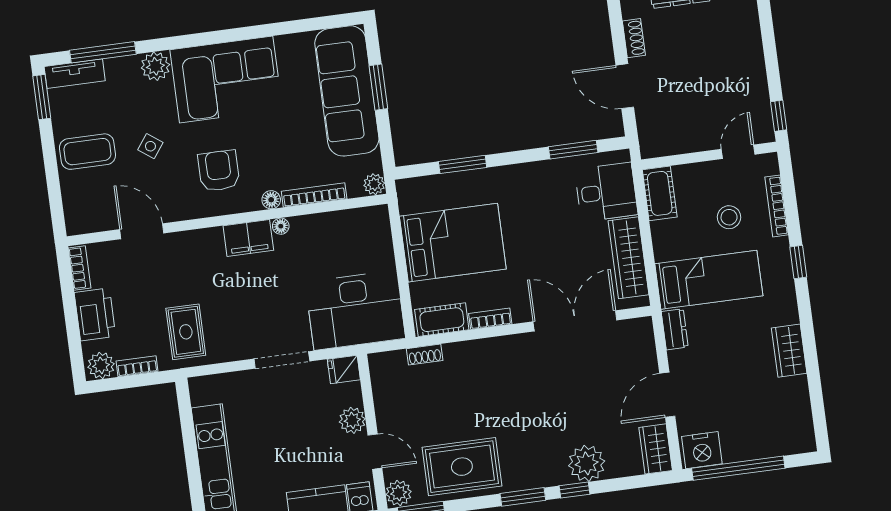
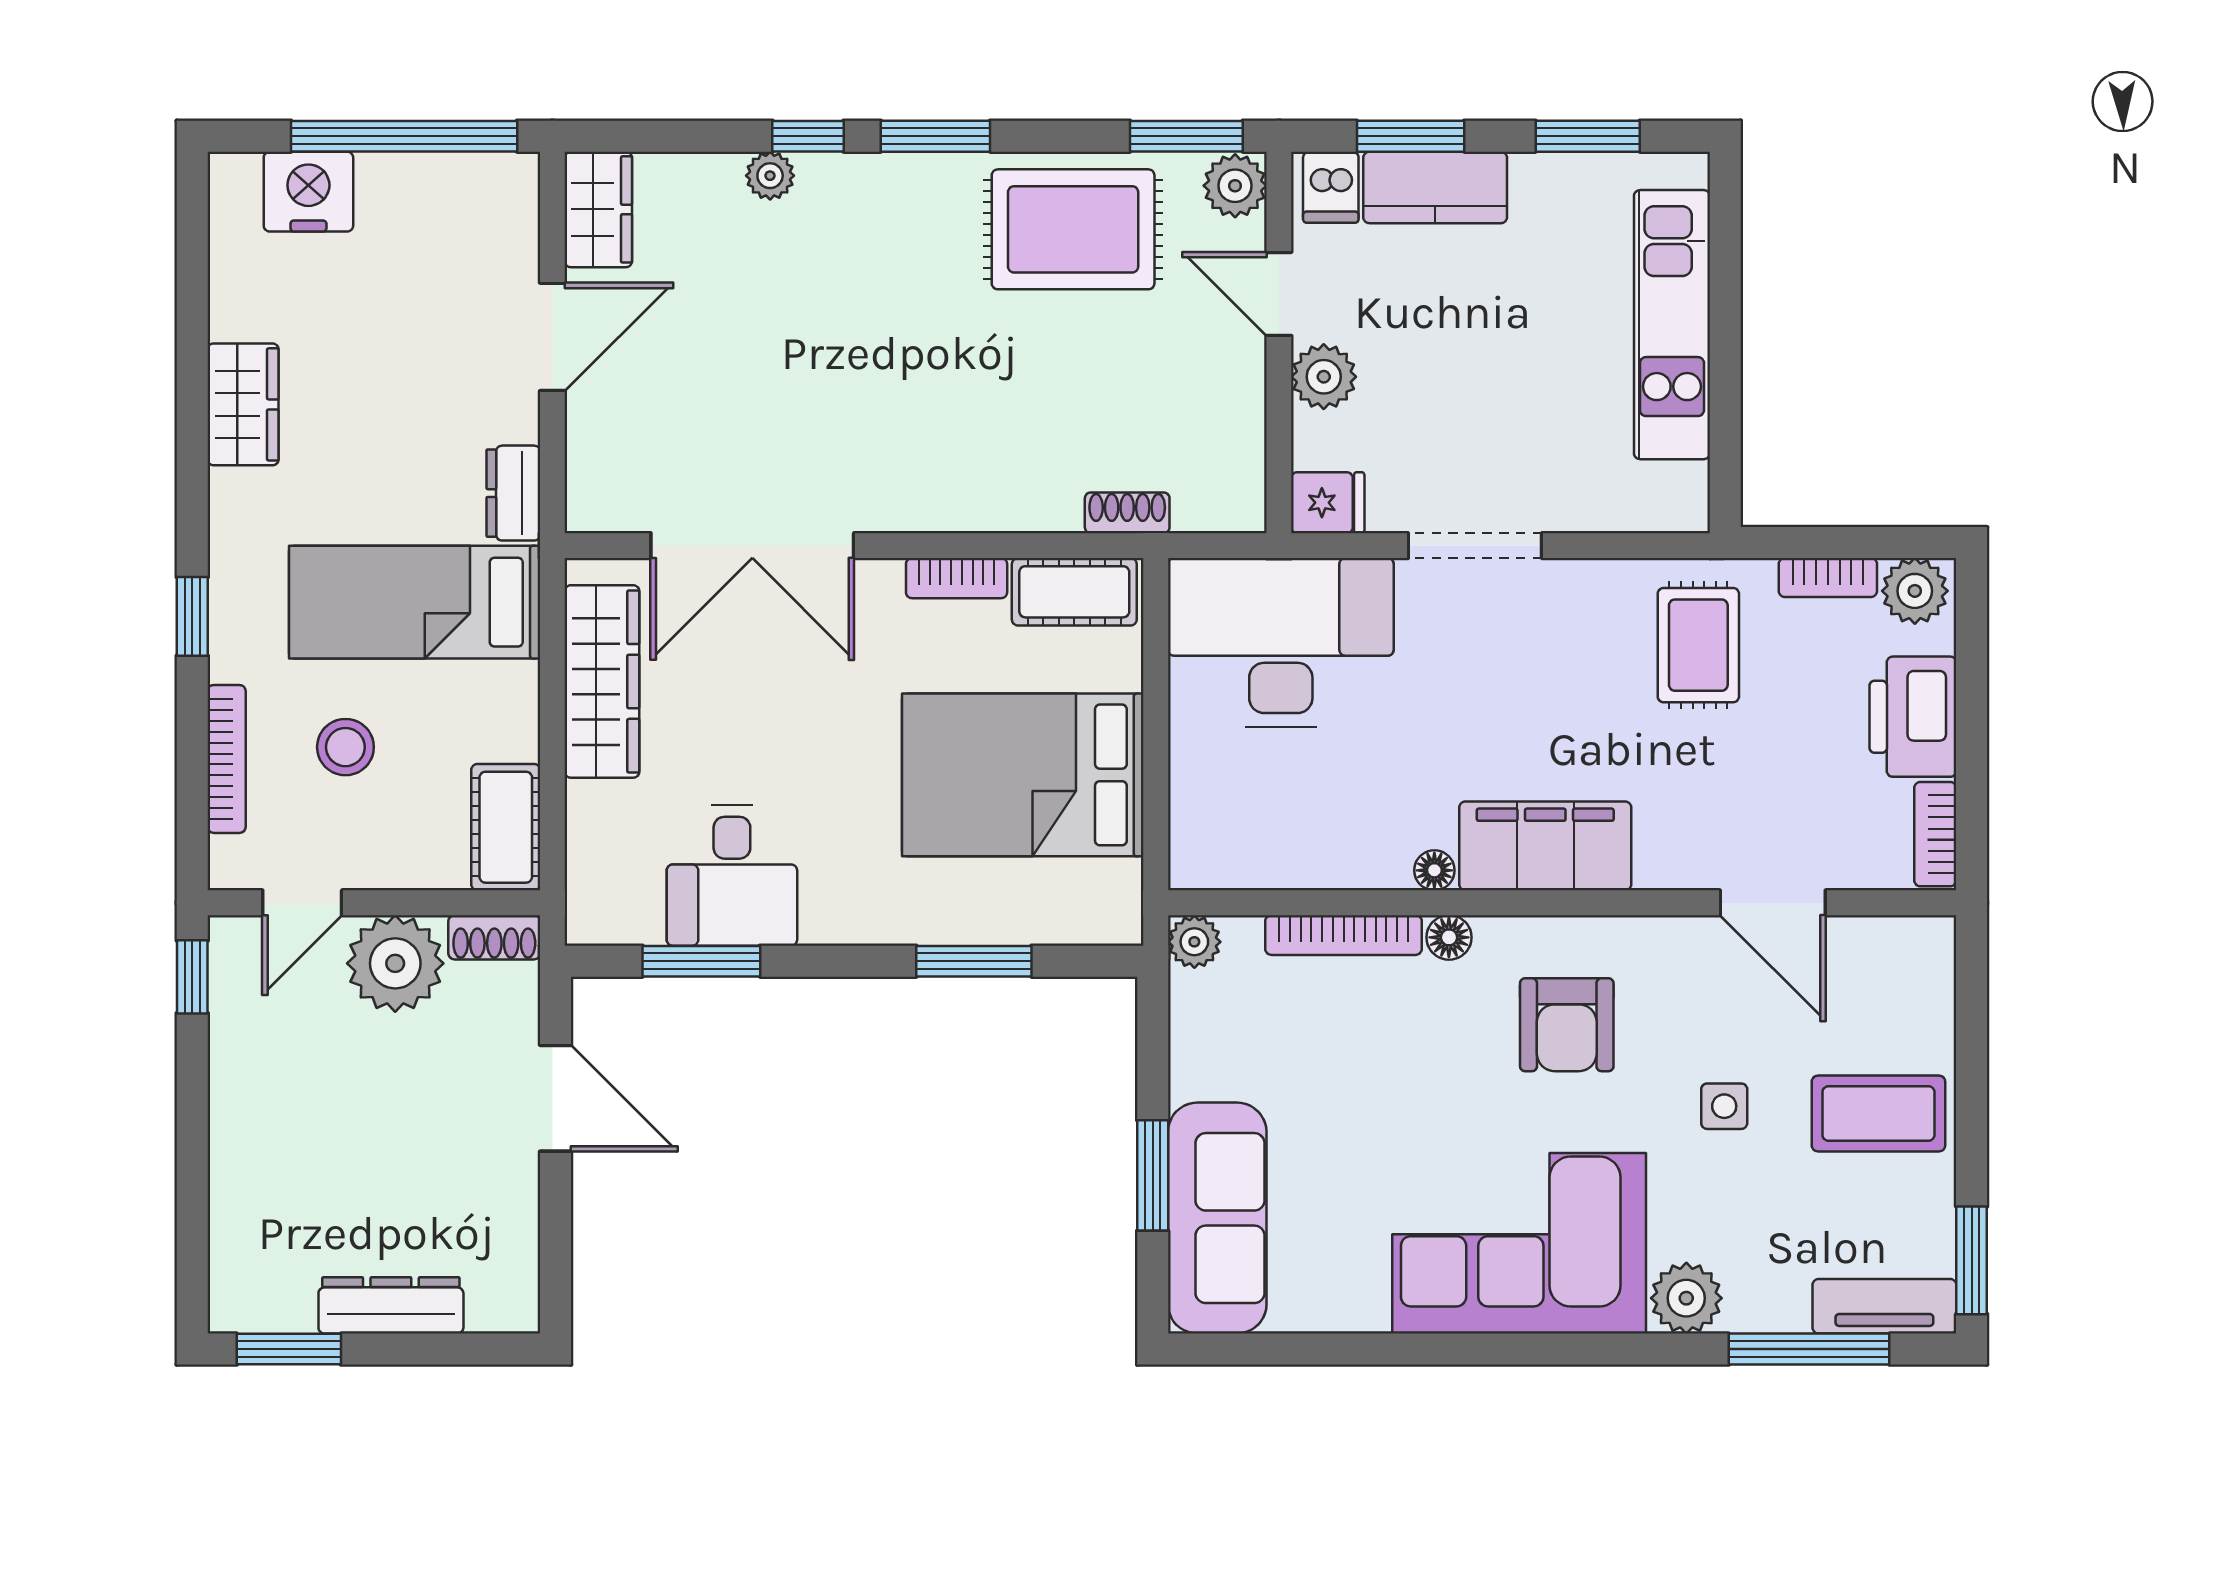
shoe rack: (634, 38) -> (494, 937), moved, turned -90
sofa: (347, 91) -> (1217, 1218), width x0.74, depth x0.79
plant: (697, 132) -> (395, 963), added
side table: (150, 146) -> (1724, 1106), turned -36
desk: (606, 192) -> (732, 876), moved, turned -90
filing cabinet: (248, 238) -> (1545, 846), width x1.50, depth x1.17
nightstand: (702, 450) -> (308, 192), moved
plant: (587, 463) -> (770, 176), width x0.53, depth x0.53

